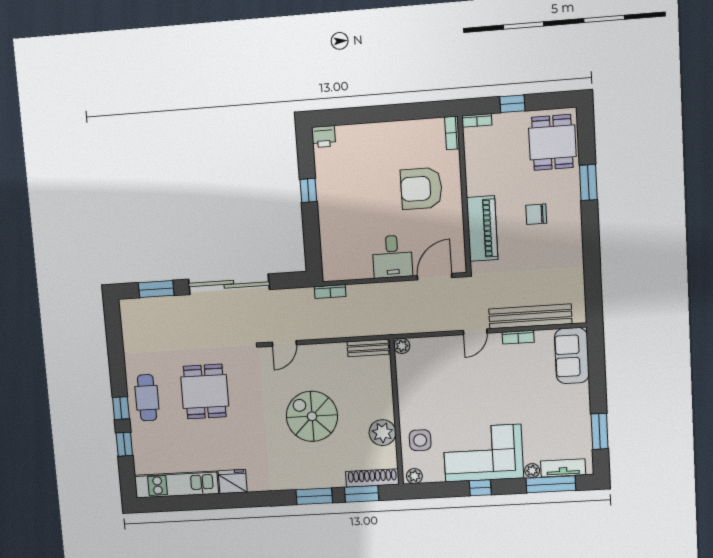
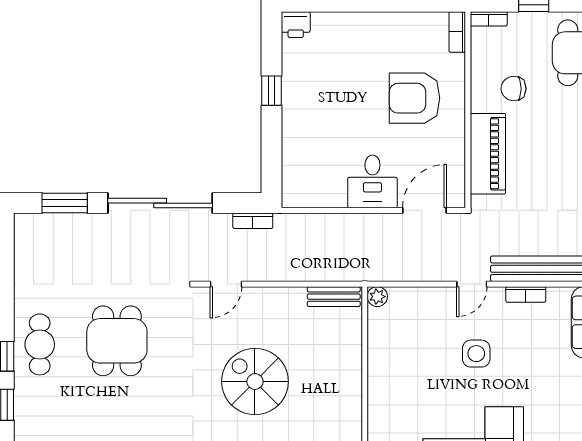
chair: (536, 214) -> (514, 89), moved
bookcase: (330, 291) -> (253, 221), moved
plant: (382, 433) -> (345, 408), removed
side table: (420, 440) -> (476, 354), moved

